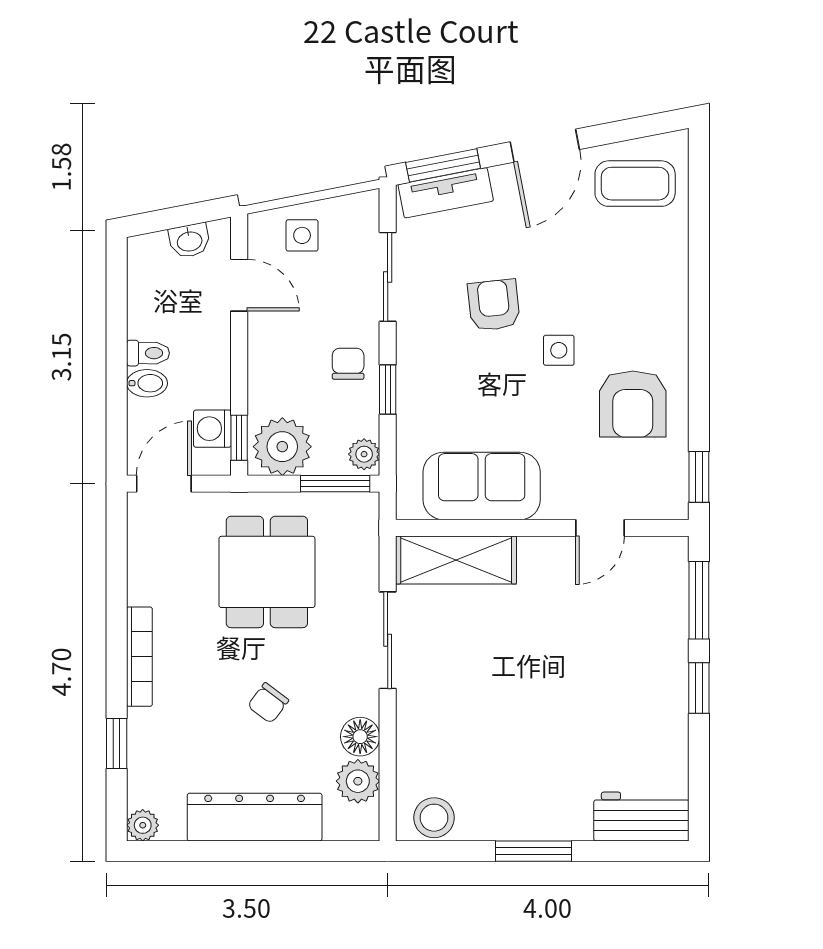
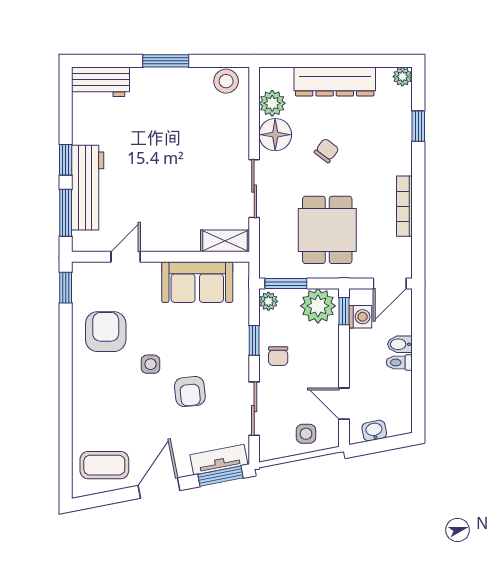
shelving: (456, 560) -> (225, 241), width x0.67, depth x0.75
workbench: (662, 642) -> (88, 188), added
bookcase: (139, 657) -> (404, 206), moved
floor lamp: (360, 737) -> (275, 135), width x1.38, depth x1.38

